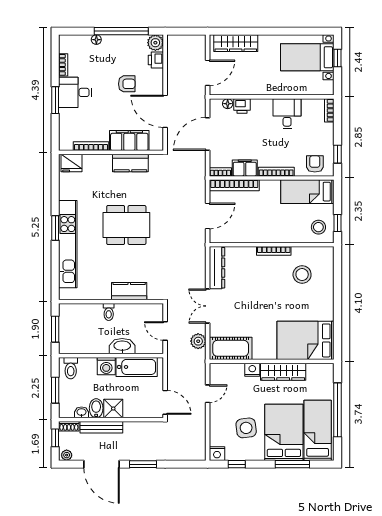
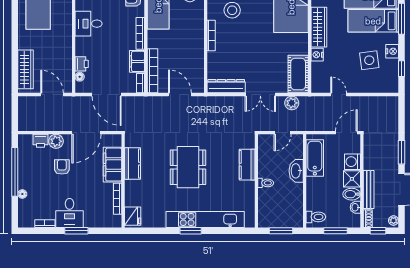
plant: (155, 43) -> (56, 141), moved
washing machine: (106, 366) -> (352, 162), moved, turned 180
bed: (284, 432) -> (373, 21), width x0.67
nightstand: (217, 454) -> (392, 51), moved

